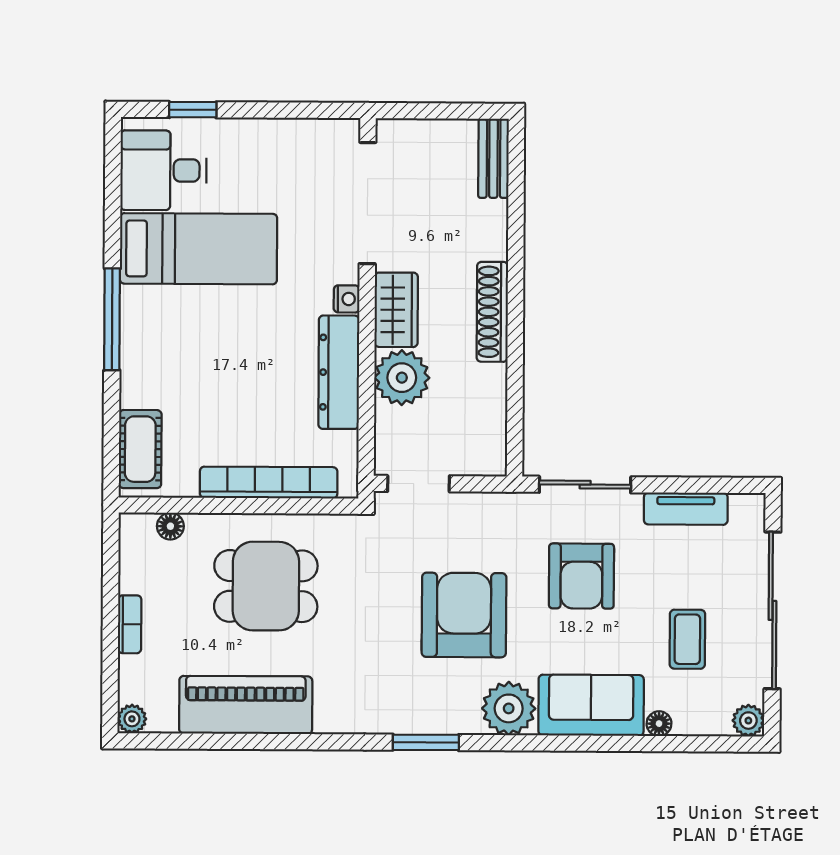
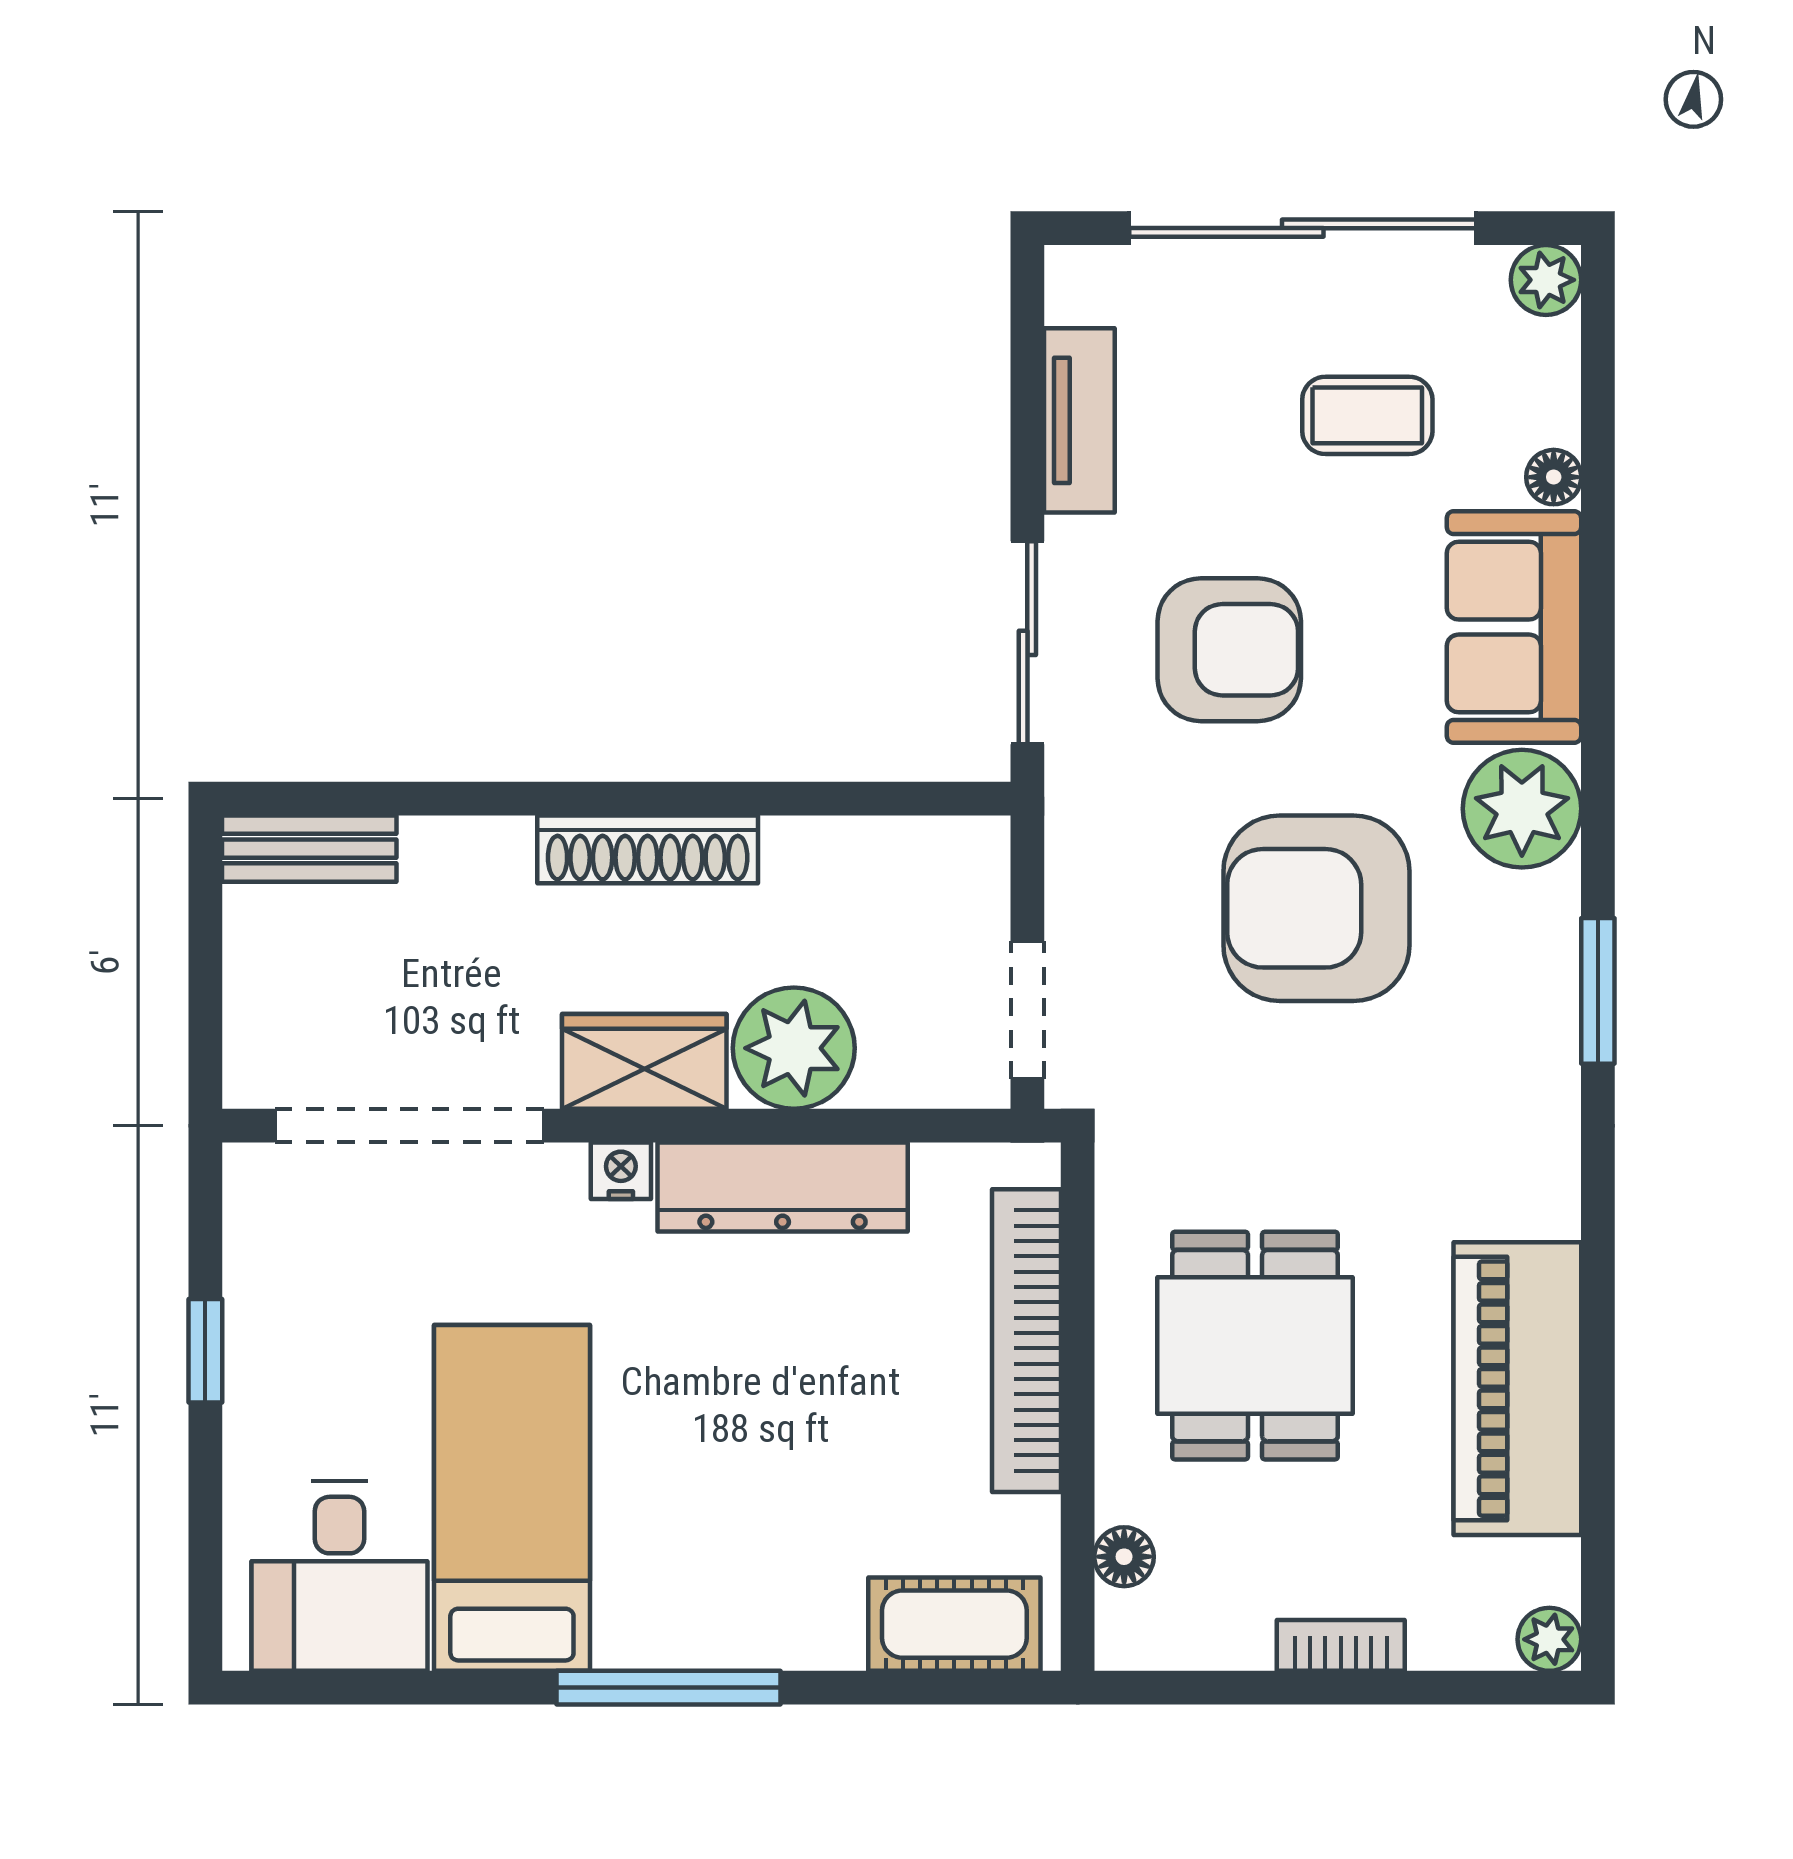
window: (193, 110) -> (205, 1351), moved

